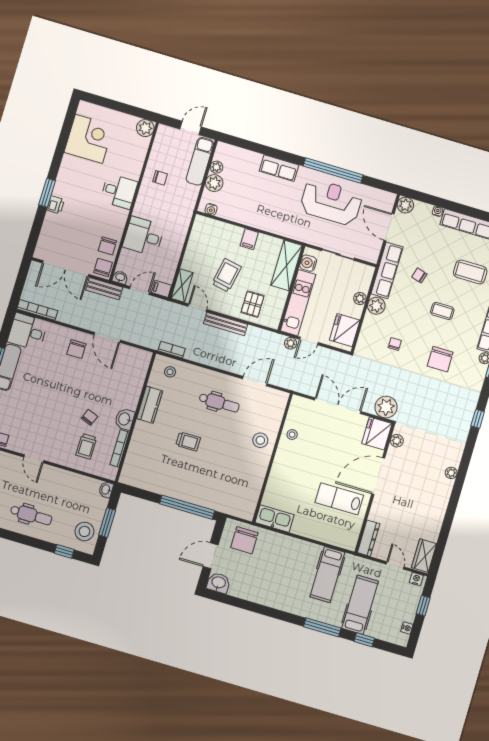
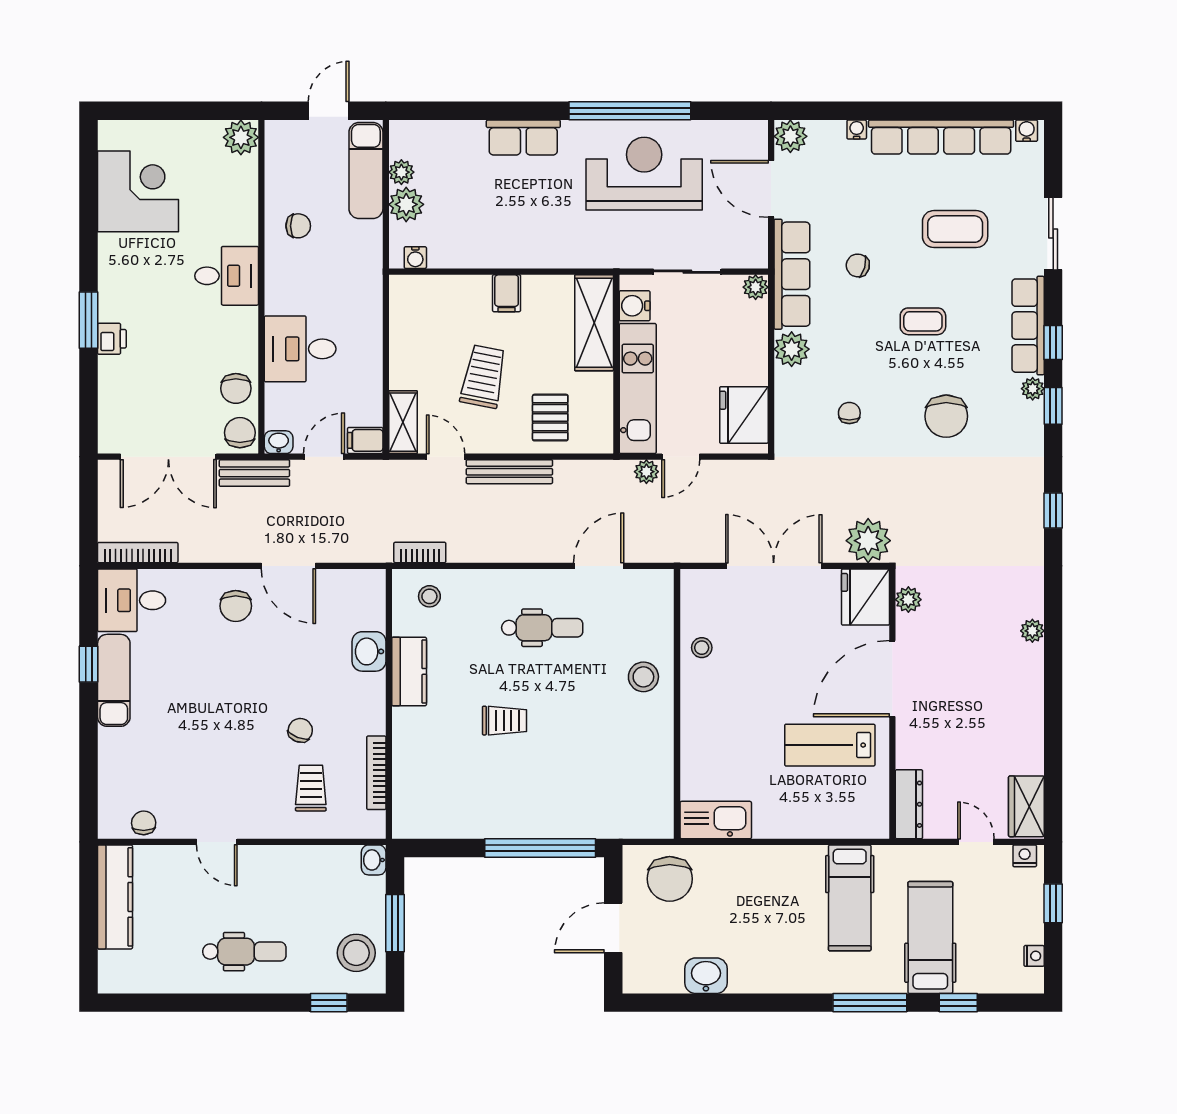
plant: (360, 298) -> (756, 287), moved
washbasin: (125, 419) -> (369, 651), moved
trolley: (86, 446) -> (311, 788), turned 180
washbasin: (218, 583) -> (706, 976), moved

